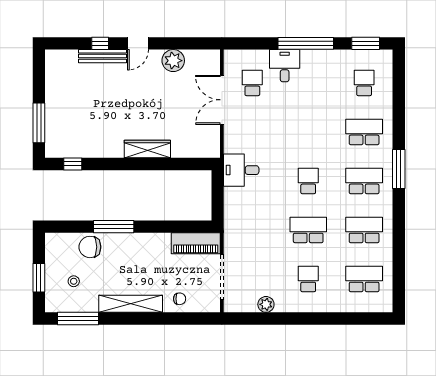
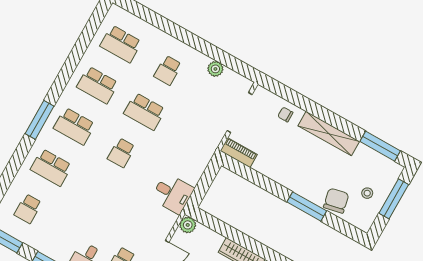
plant: (212, 149) -> (188, 225), added
piano: (196, 243) -> (239, 153), width x0.73, depth x0.75
chair: (90, 247) -> (336, 201), turned -102
window: (39, 278) -> (394, 199), width x1.44
stool: (74, 281) -> (367, 193), moved

